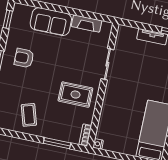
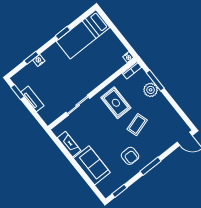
coffee table: (29, 115) -> (137, 125), moved
plant: (54, 131) -> (151, 90), added

